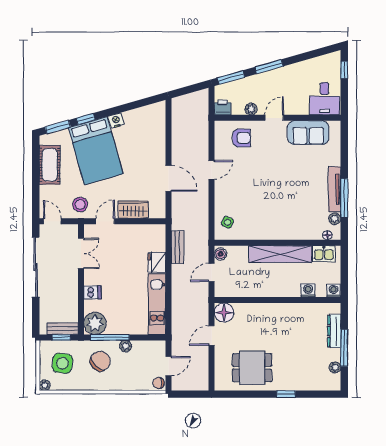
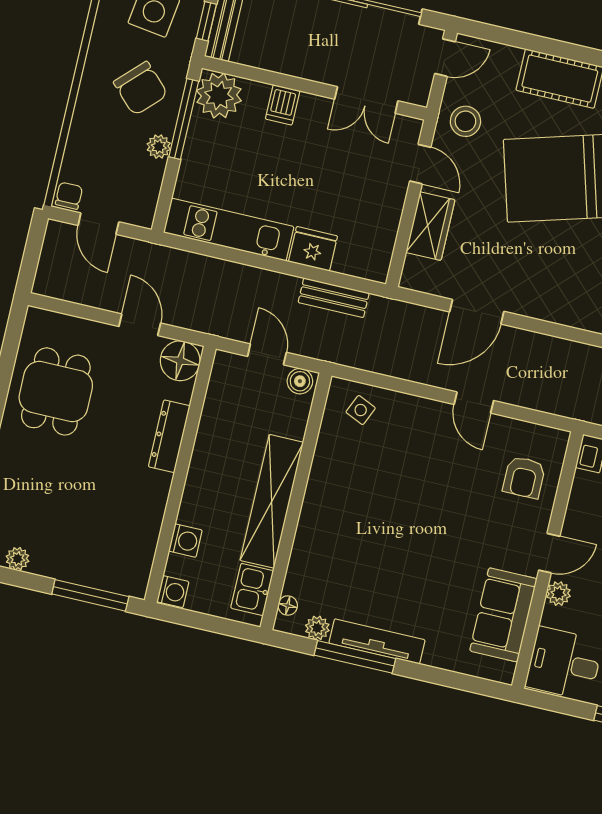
plant: (251, 109) -> (558, 594), moved
door: (274, 118) -> (549, 553), hinge flipped
dresser: (334, 331) -> (169, 436), moved, turned -90
window: (344, 348) -> (90, 595), moved

